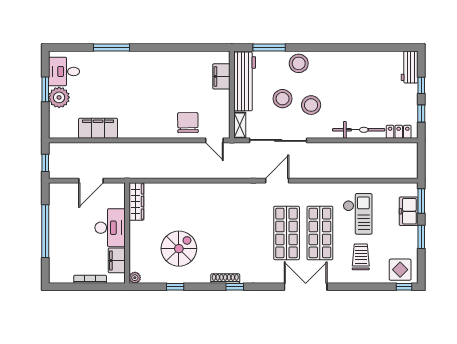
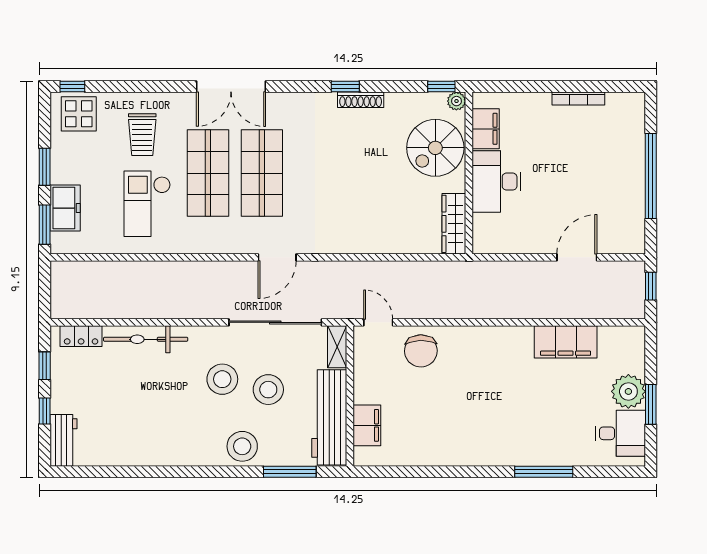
wardrobe: (136, 201) -> (454, 224), moved
desk: (110, 228) -> (496, 182), moved
wall: (127, 233) -> (469, 173), moved
filing cabinet: (117, 260) -> (486, 129), moved
plant: (135, 278) -> (456, 101), moved

